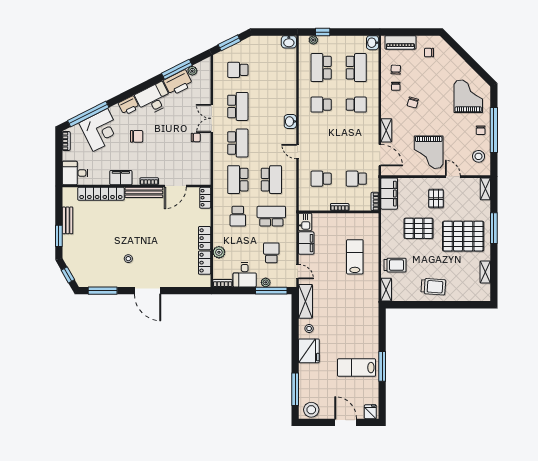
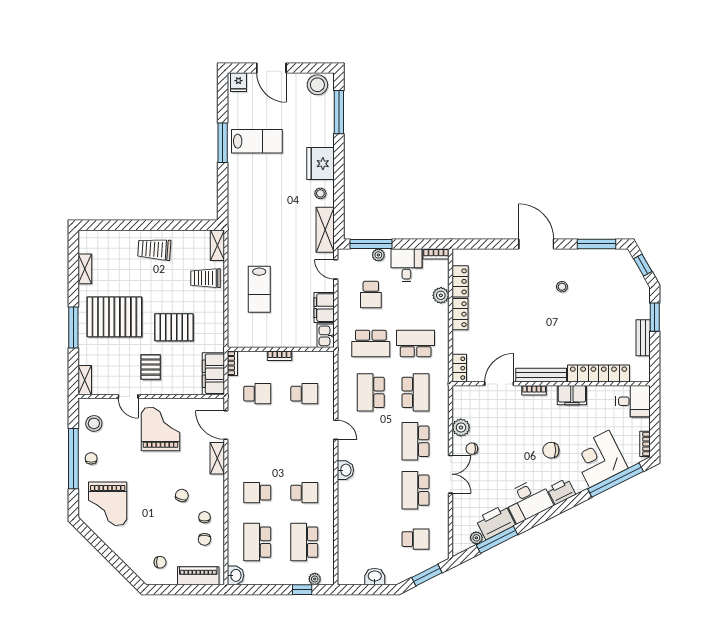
washbasin: (289, 42) -> (375, 576), moved
school desk: (321, 68) -> (304, 542), turned 180
plant: (204, 153) -> (461, 427), added
school desk: (238, 216) -> (416, 343), width x1.85

